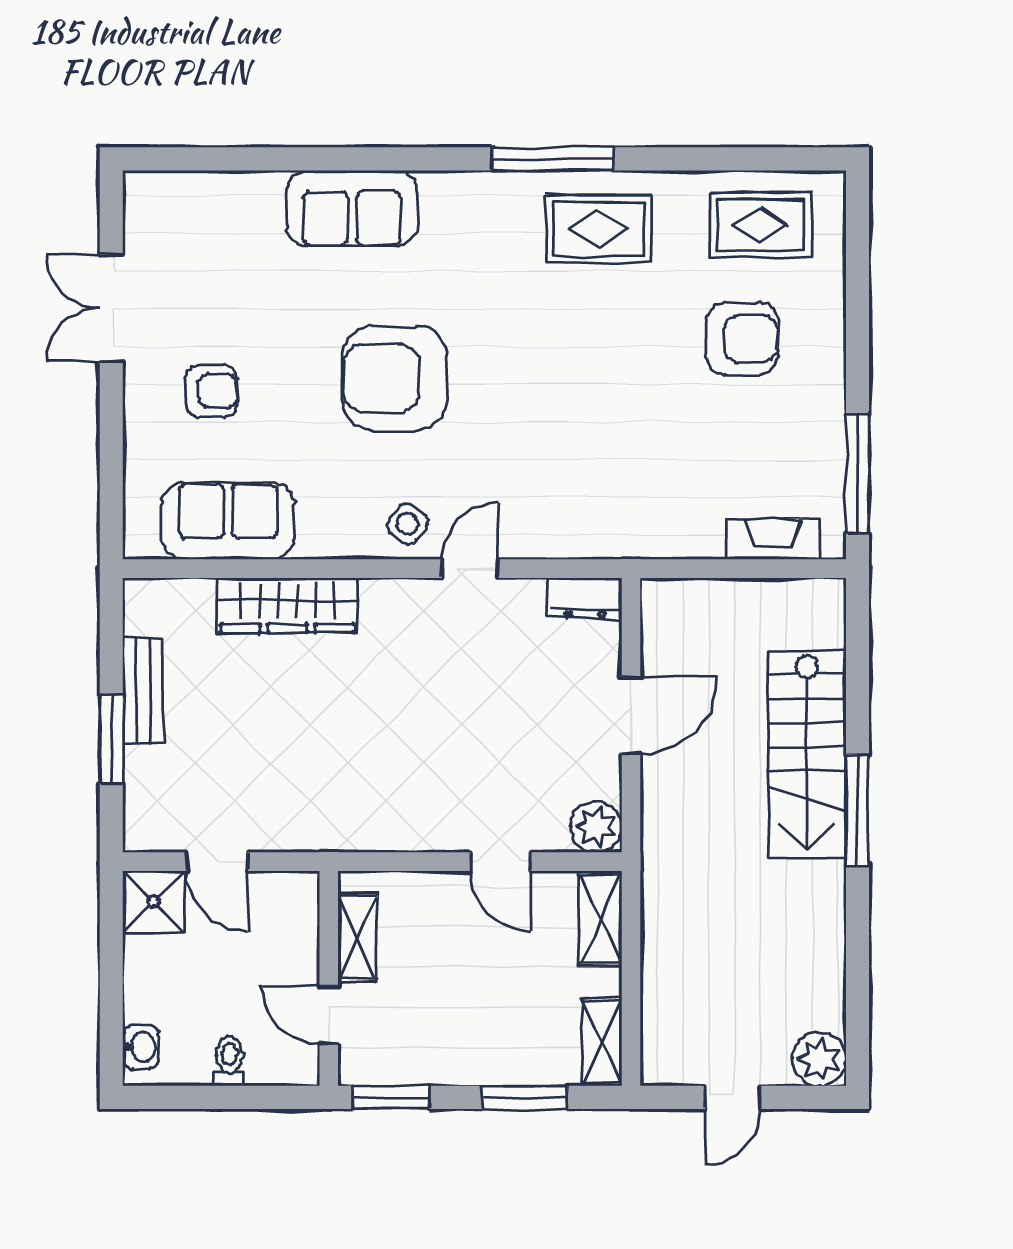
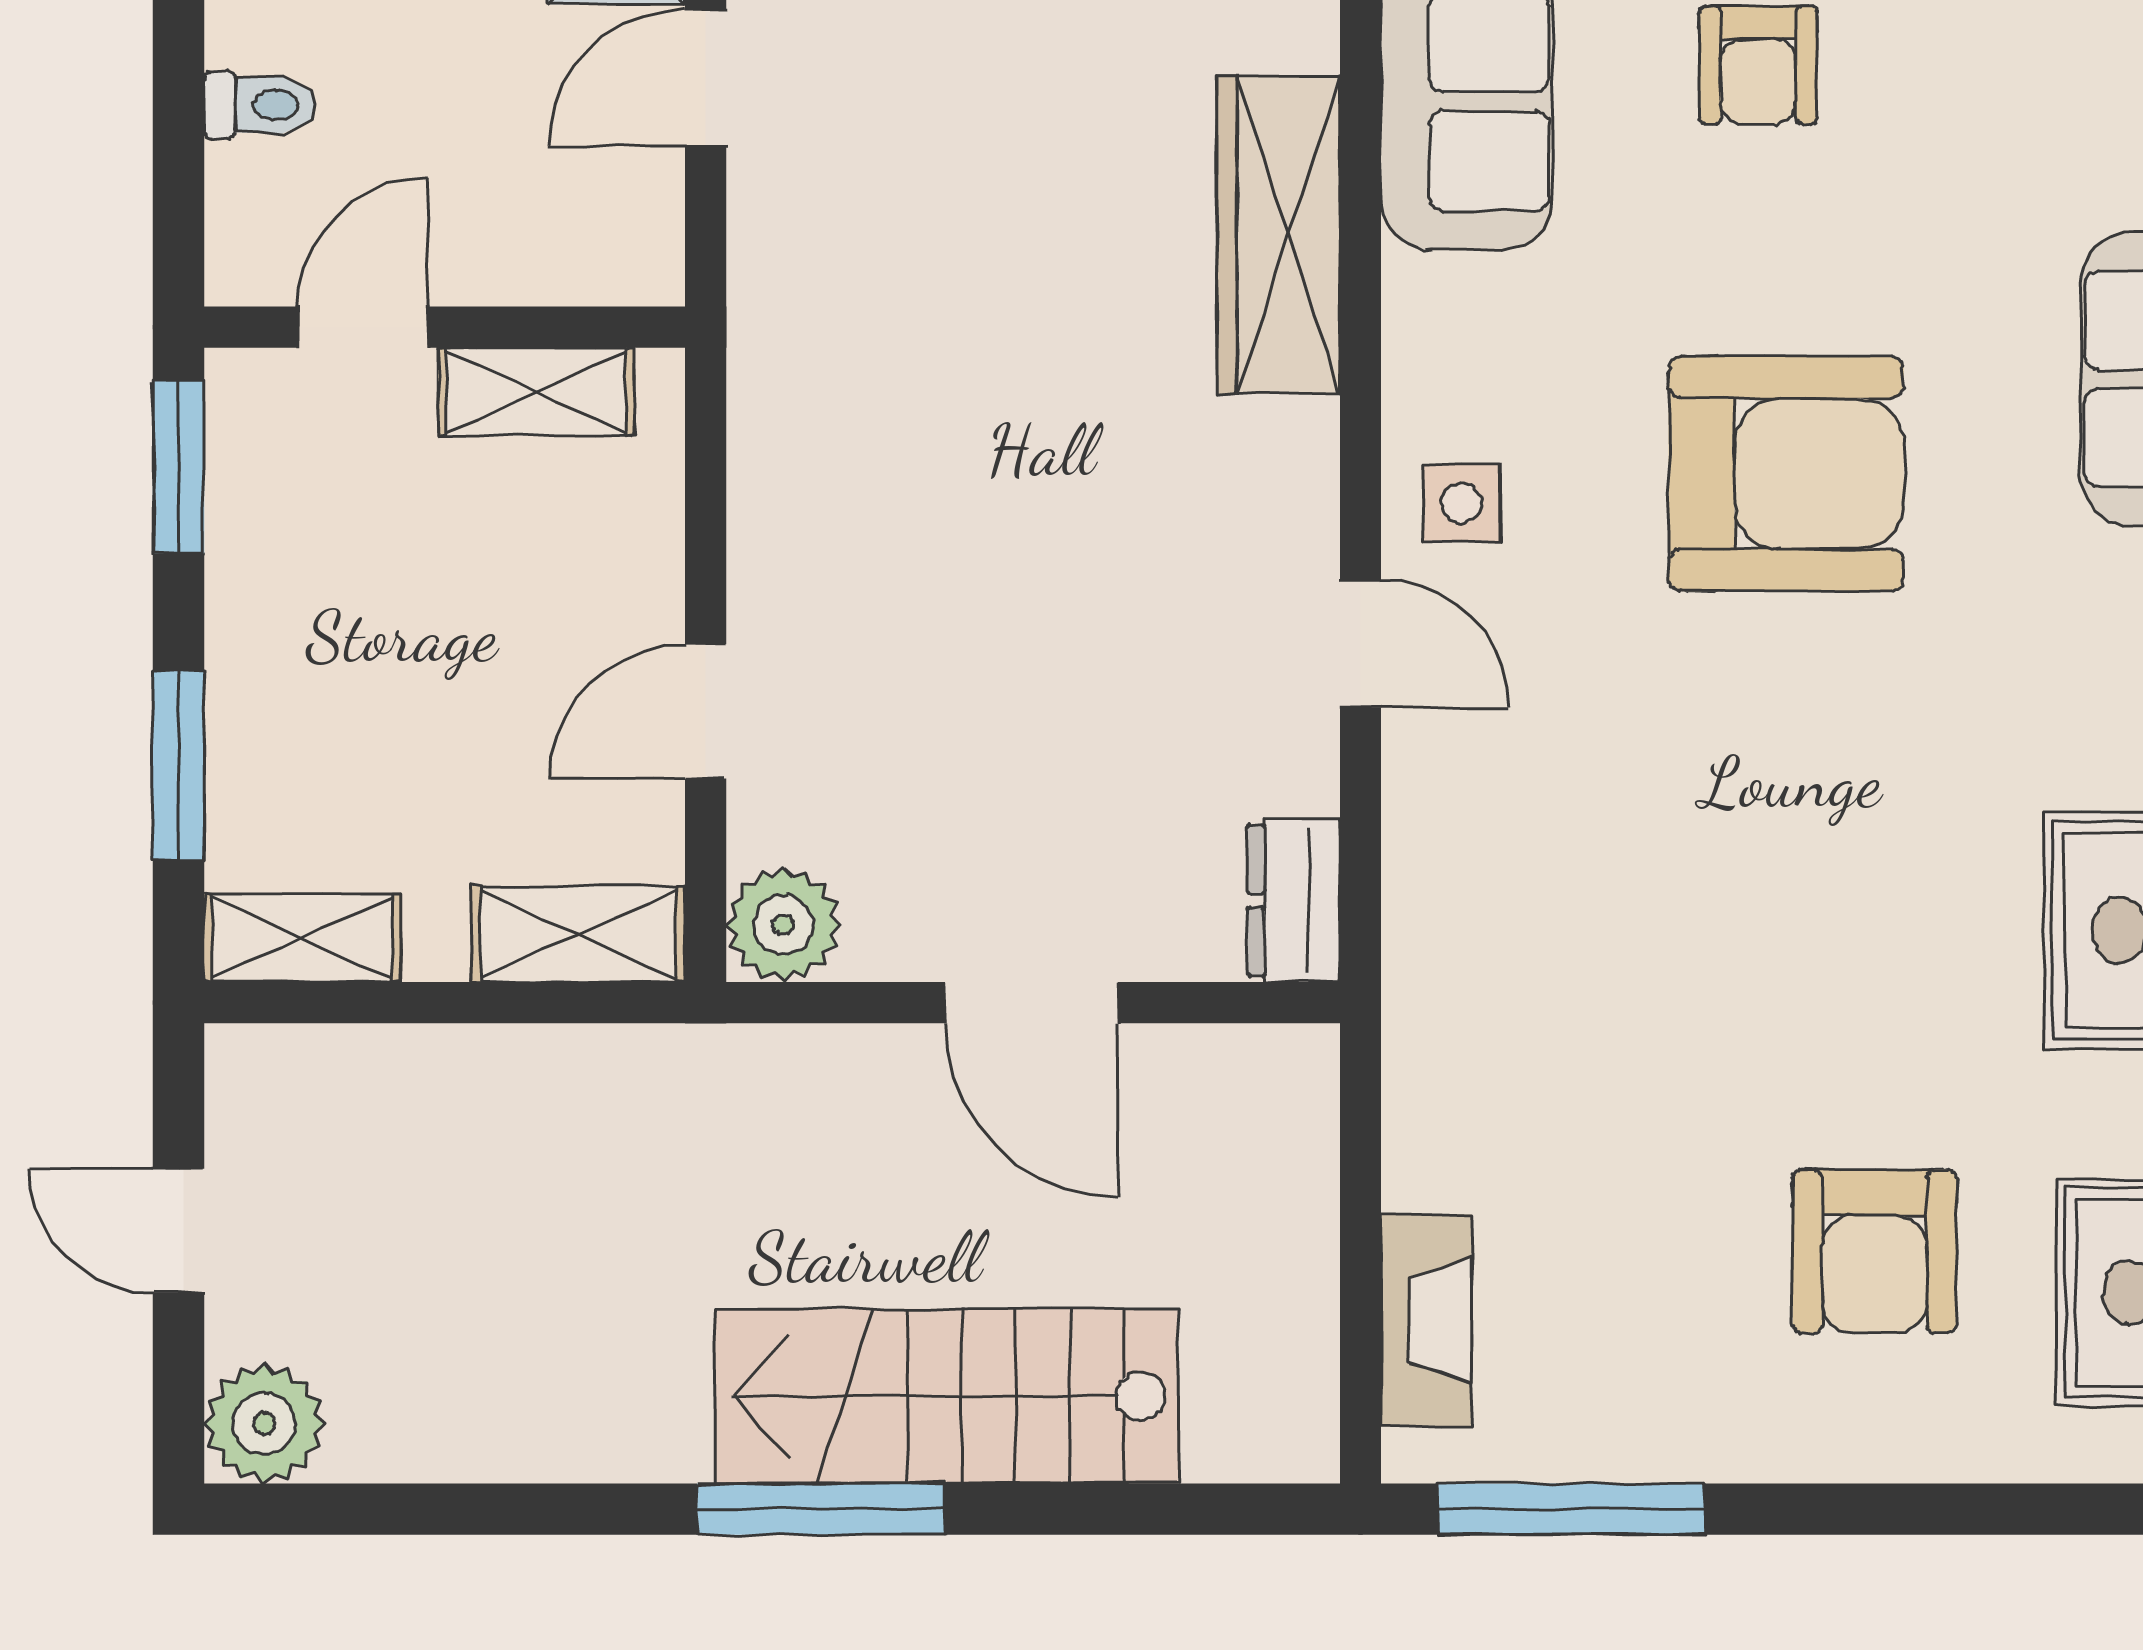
armchair: (394, 378) -> (1786, 474), turned 90
side table: (407, 524) -> (1461, 503), turned -35

